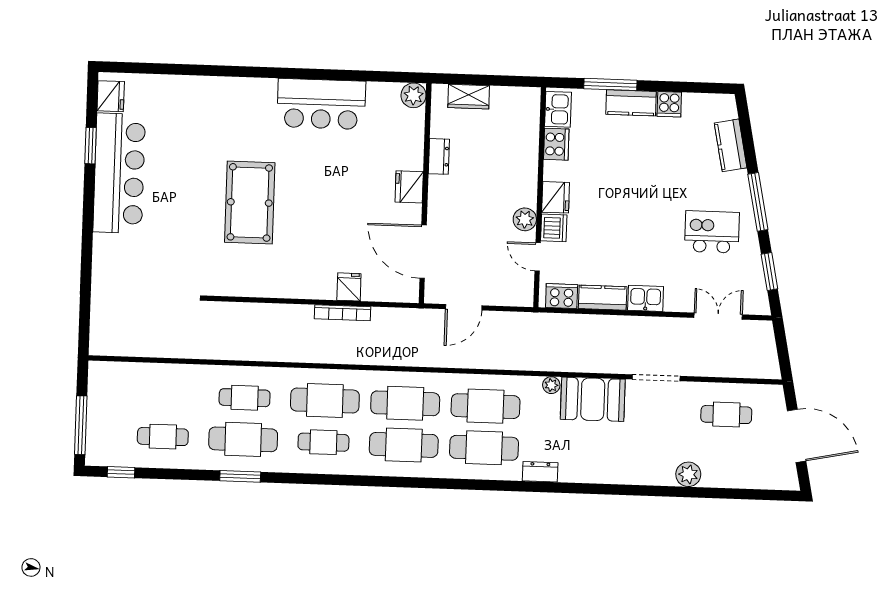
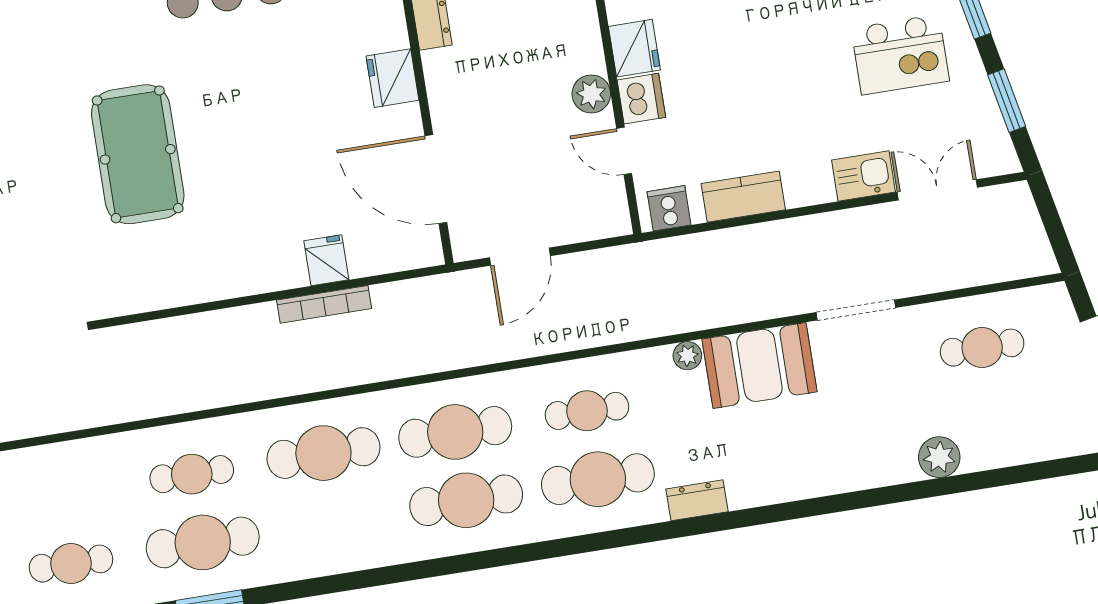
kitchen island: (712, 232) -> (900, 55), turned 180
cooker: (562, 296) -> (669, 208), width x0.73
kitchen sink: (646, 298) -> (863, 176), moved
cafe table: (485, 406) -> (587, 411), width x0.73, depth x0.74
cafe table: (323, 442) -> (334, 521), removed

